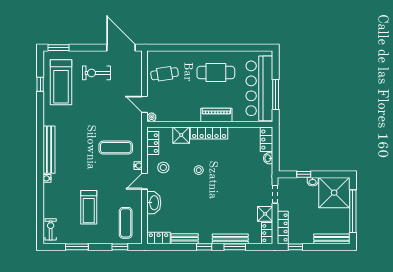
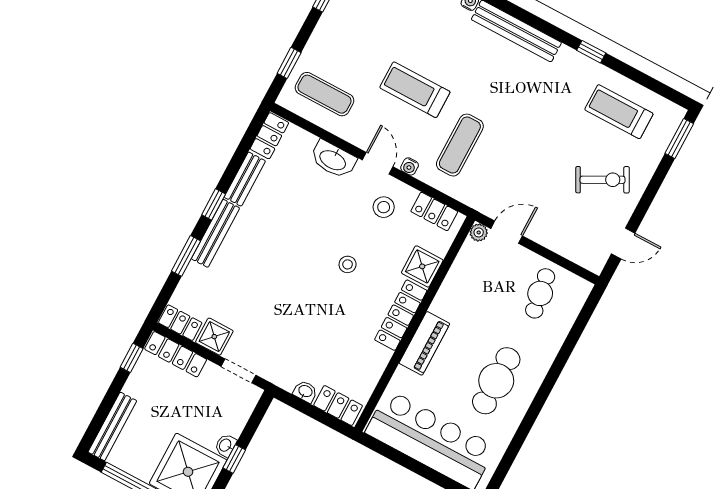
door: (121, 48) -> (623, 244), width x0.53
exercise bike: (97, 73) -> (603, 180), turned 62
treadmill: (61, 82) -> (619, 112), width x0.73, depth x0.73
window: (40, 84) -> (591, 52), moved
window: (276, 94) -> (406, 461), removed
window: (304, 174) -> (234, 459), moved
treadmill: (89, 207) -> (415, 90), moved
bench: (230, 239) -> (215, 233), moved

